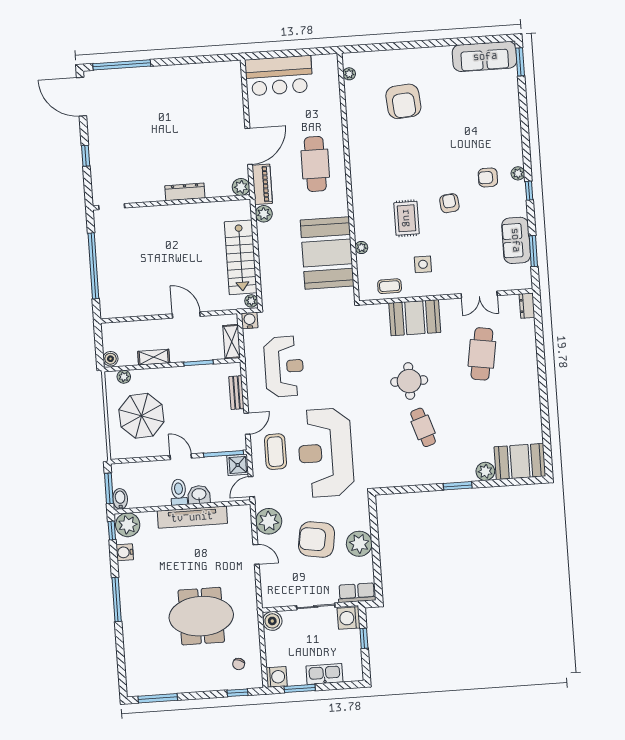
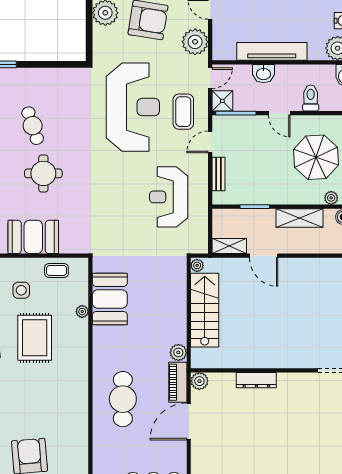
rug: (407, 218) -> (35, 338), width x1.36, depth x1.43
booth: (327, 253) -> (110, 299), width x0.73, depth x0.70
water cooler: (250, 320) -> (200, 246), removed
shelving: (232, 342) -> (229, 246), moved, turned 90
shelving: (154, 357) -> (300, 218), width x1.50, depth x1.33
toilet: (179, 492) -> (311, 98), moved, turned 180

